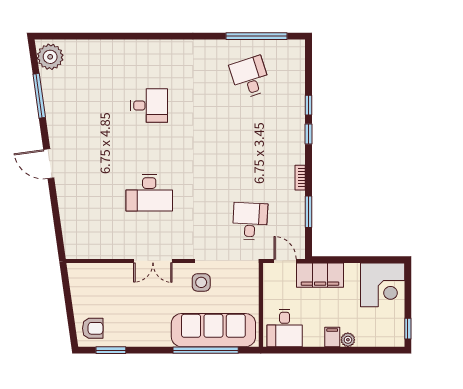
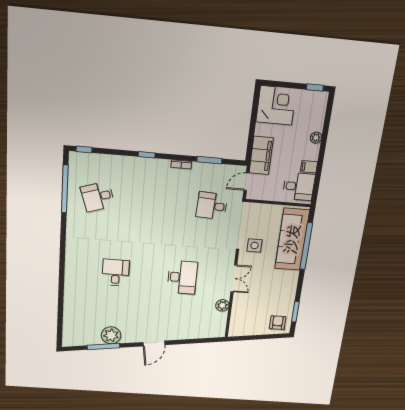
plant: (50, 57) -> (111, 335), moved
window: (308, 105) -> (84, 149), moved
plant: (113, 250) -> (222, 305), added
filing cabinet: (332, 337) -> (309, 167), moved

